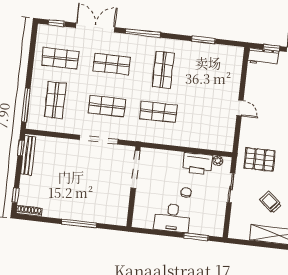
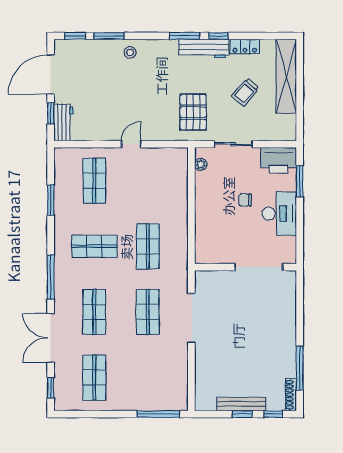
shop shelf: (55, 100) -> (94, 181), moved, turned 90
window: (21, 148) -> (242, 414), moved
bench: (28, 155) -> (241, 404), moved
printer: (197, 164) -> (279, 160), moved, turned 90
doorway: (135, 169) -> (259, 267), moved
window: (79, 223) -> (300, 368), moved

